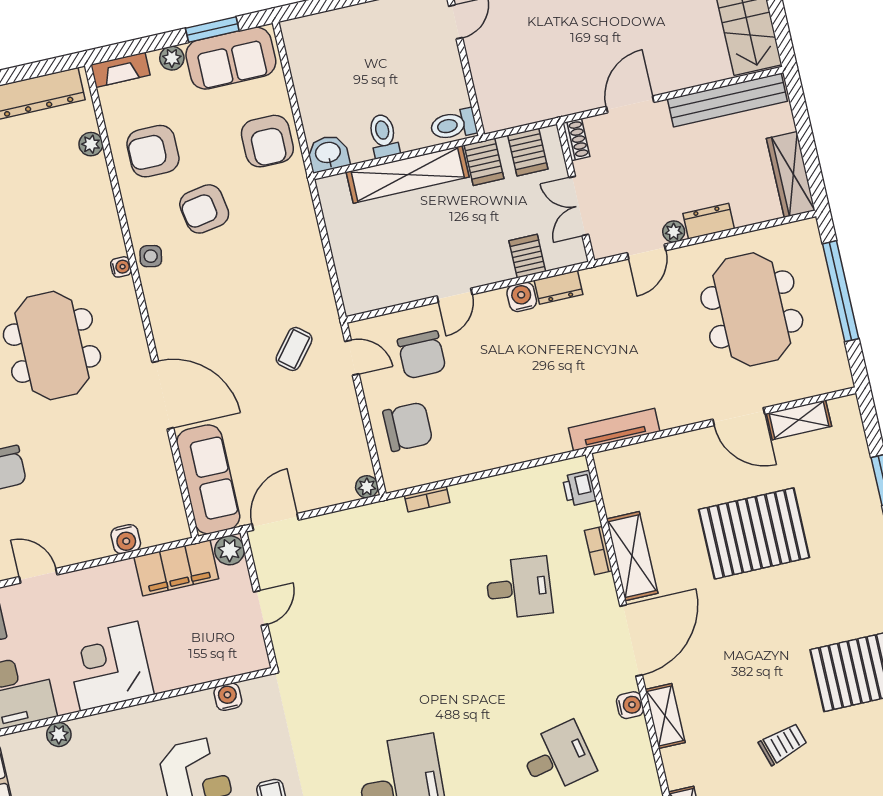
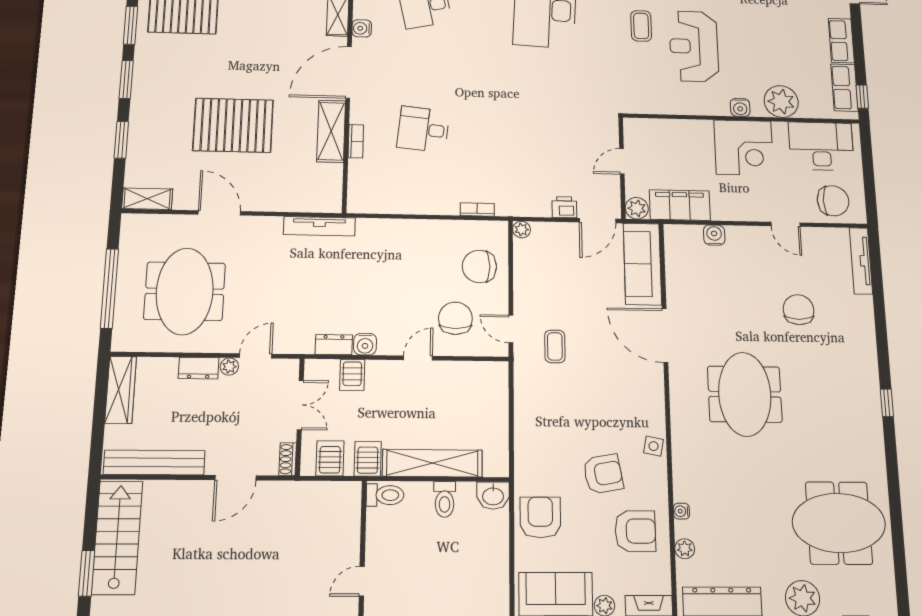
water cooler: (121, 267) -> (681, 511), moved
coffee table: (294, 349) -> (555, 346), turned -39
shelving: (799, 420) -> (147, 199), moved
printer: (579, 488) -> (564, 207), moved, turned -90
water cooler: (228, 697) -> (740, 107), moved
plant: (59, 734) -> (781, 102), width x1.88, depth x1.88

